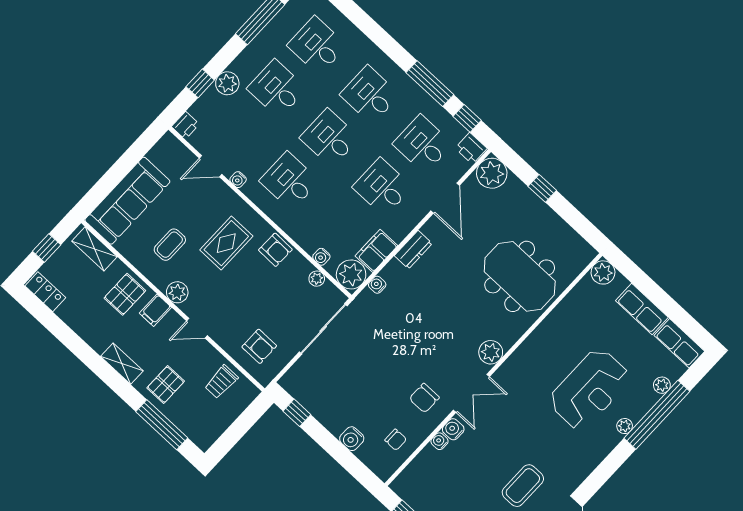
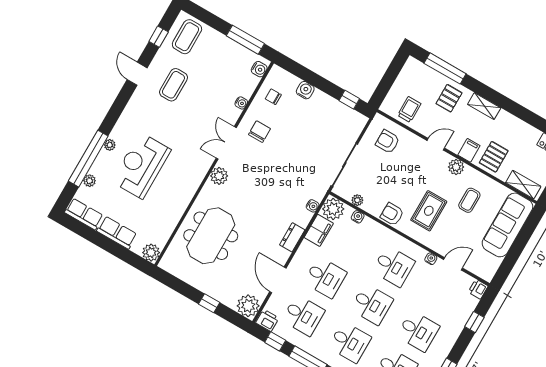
plant: (227, 83) -> (455, 327), removed
meeting table: (520, 276) -> (211, 236), turned 90
water cooler: (453, 429) -> (259, 69), moved

